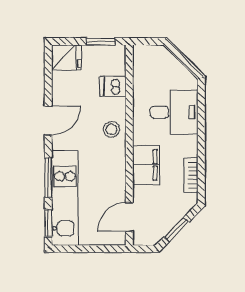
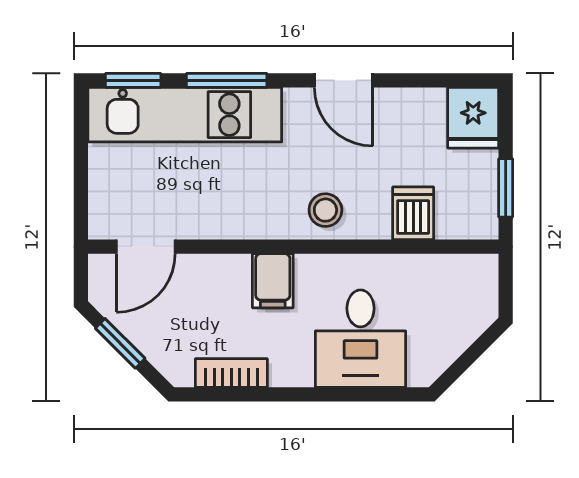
filing cabinet: (146, 165) -> (273, 281), width x0.50
door: (129, 217) -> (146, 247), swing flipped

